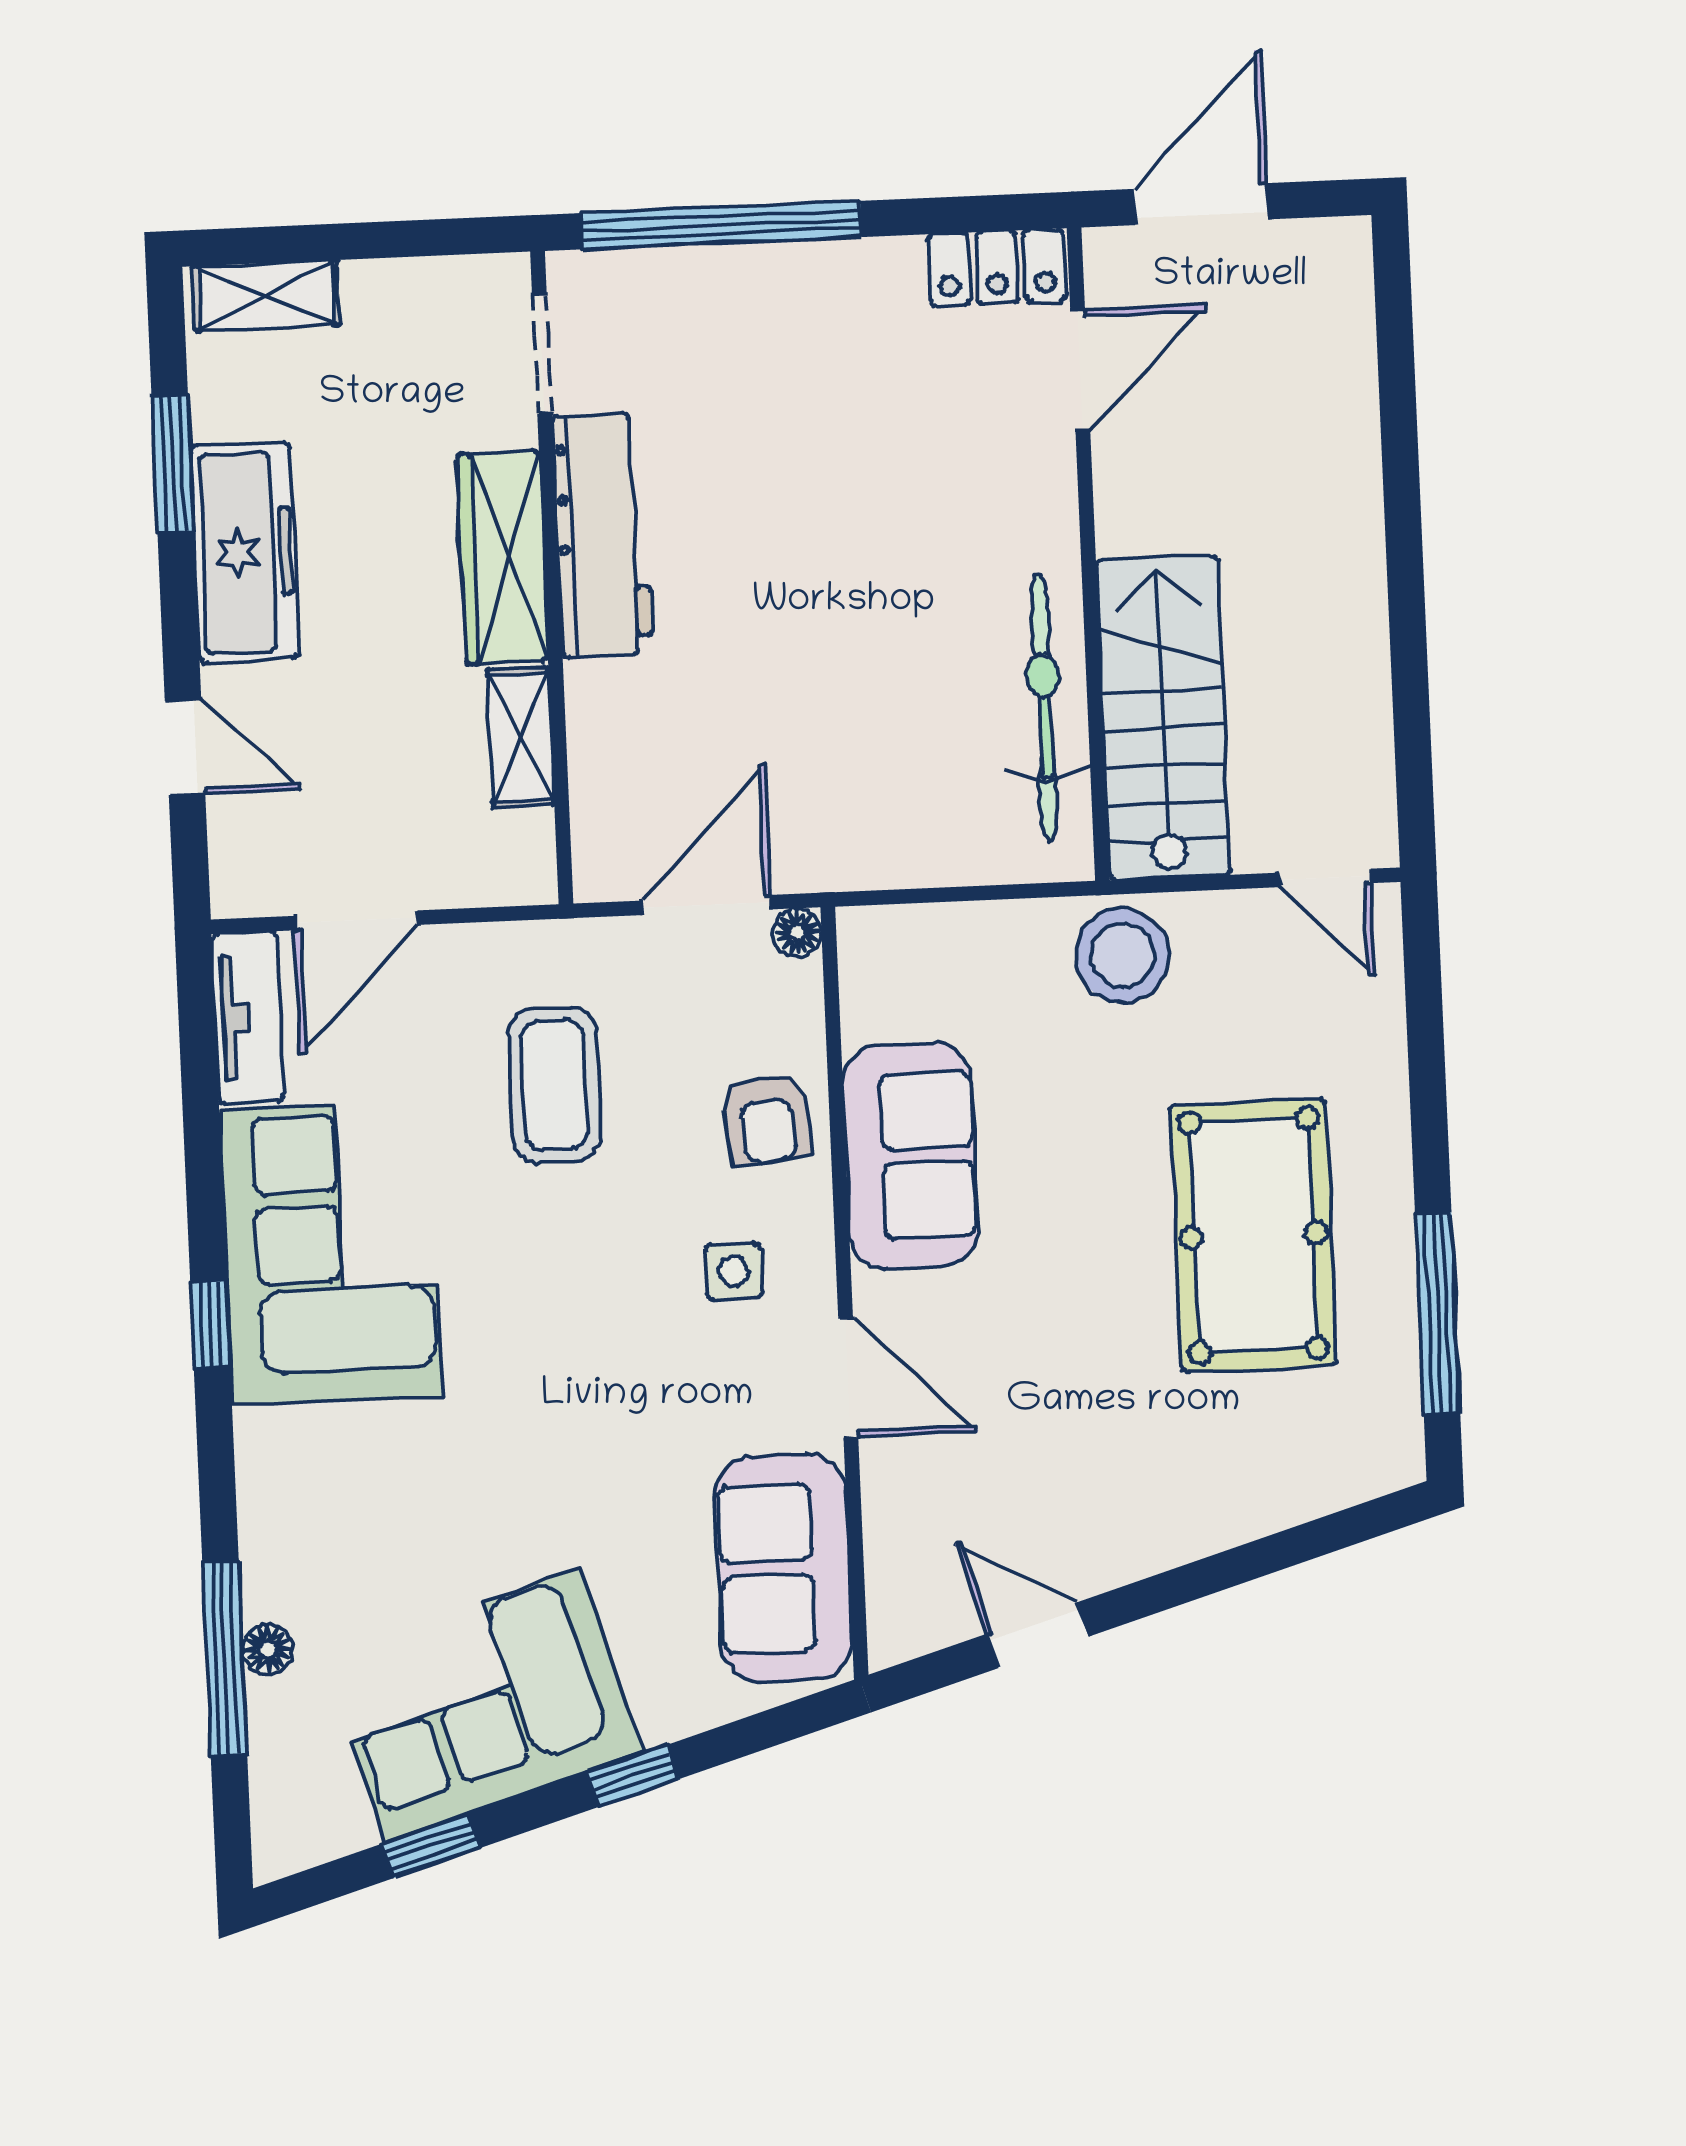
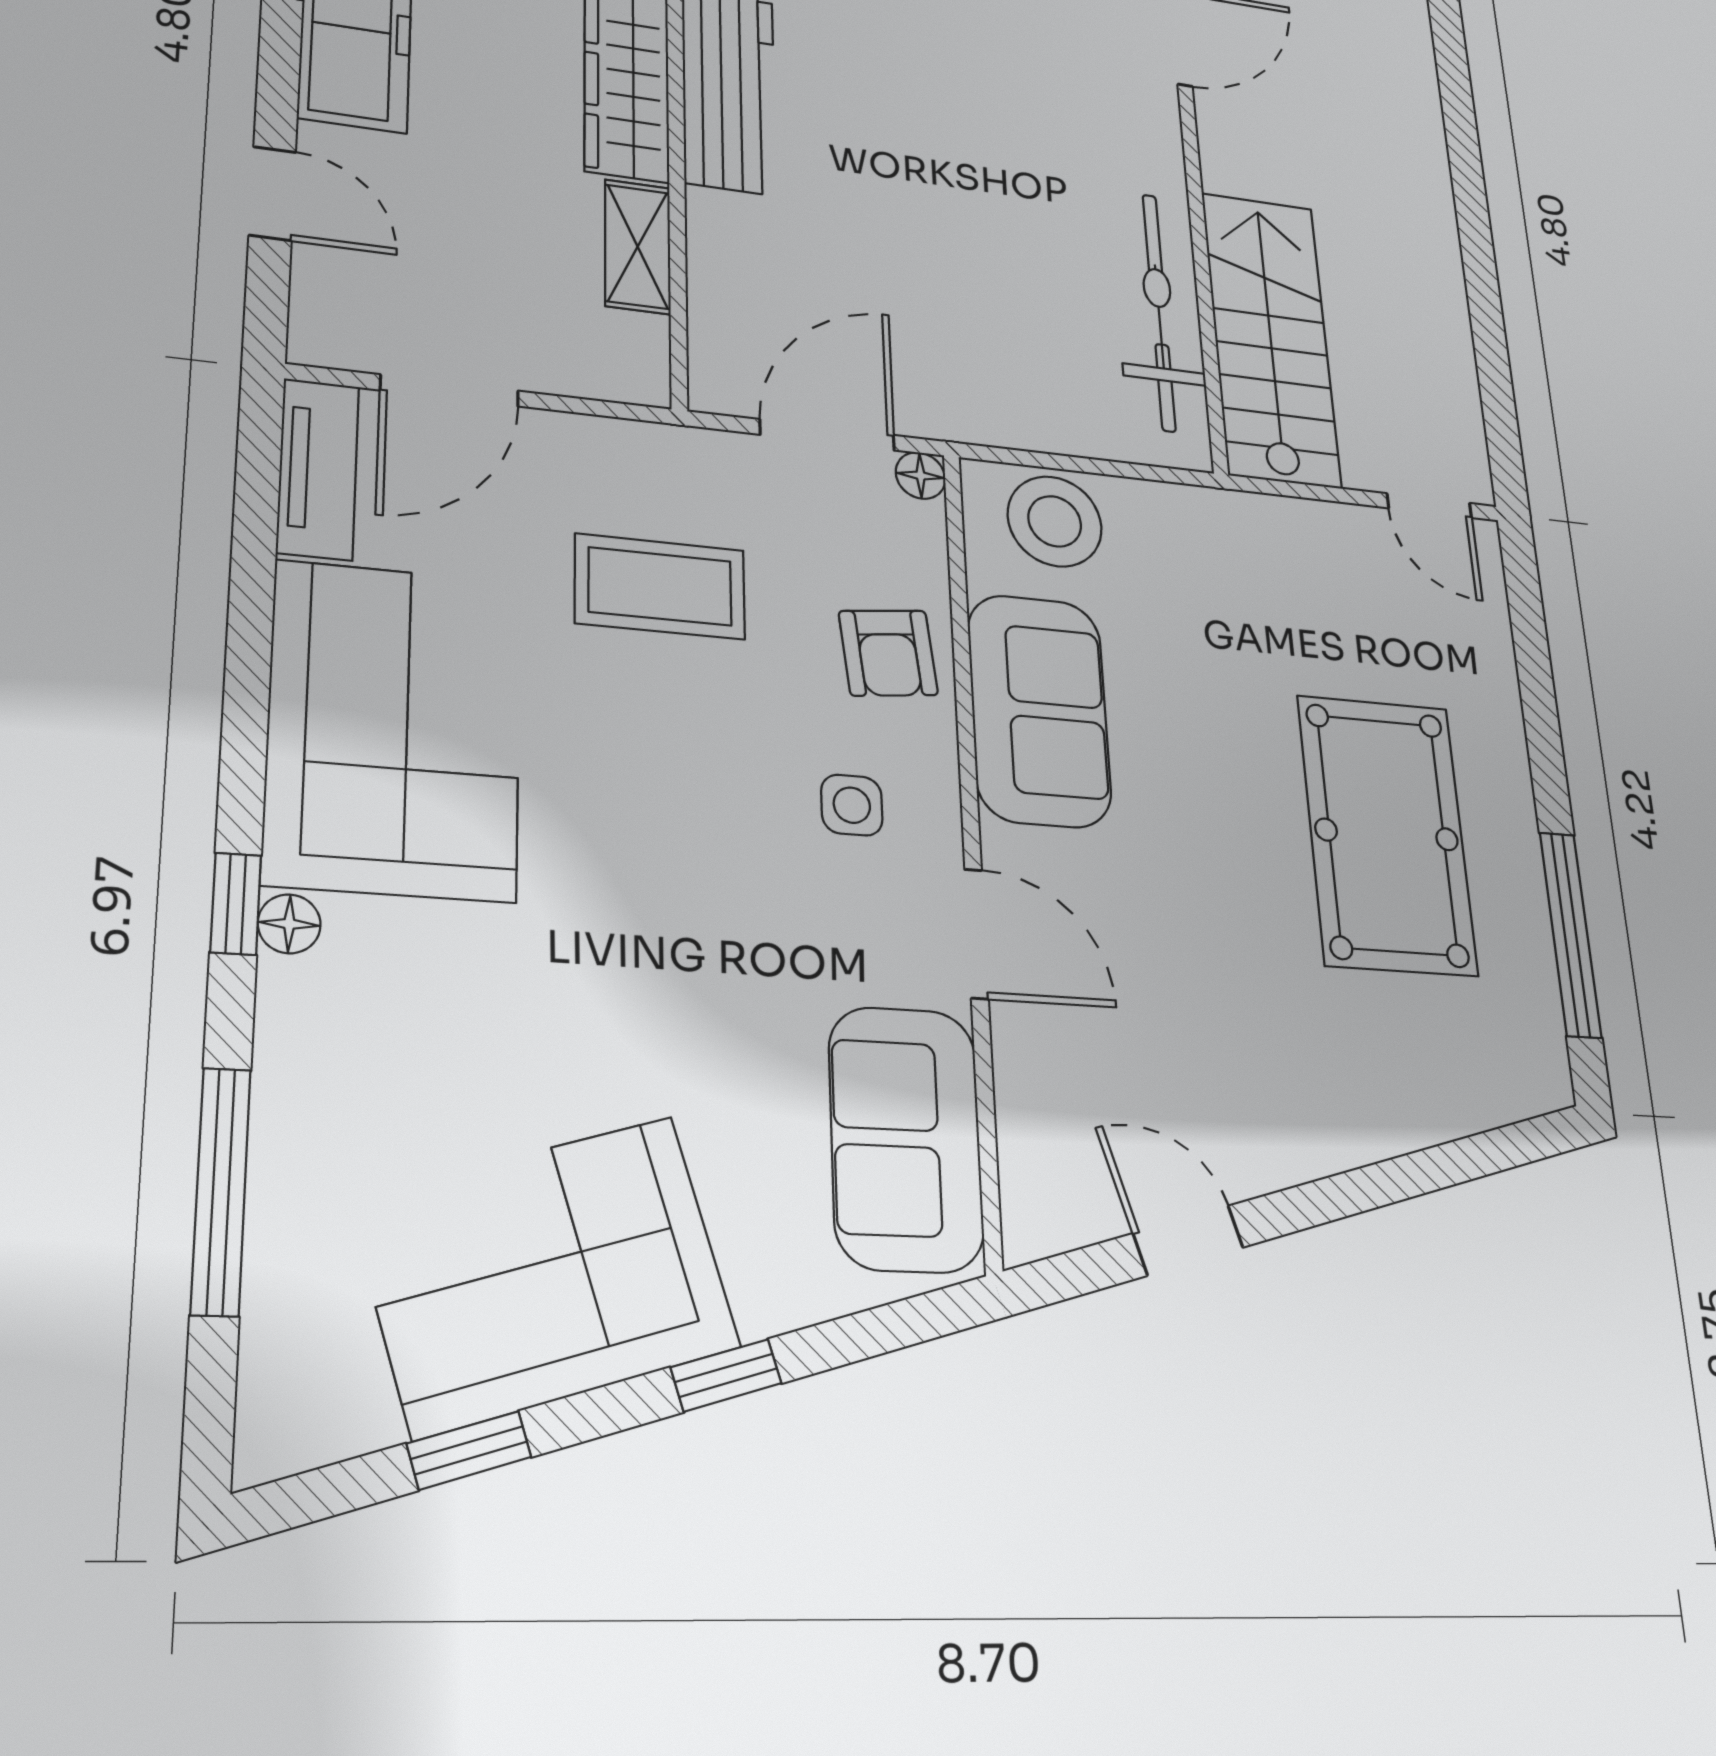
stool: (1123, 955) -> (1055, 521), moved
coffee table: (554, 1085) -> (660, 587), turned 90
window: (210, 1324) -> (236, 904), moved
floor lamp: (268, 1649) -> (289, 924), moved

